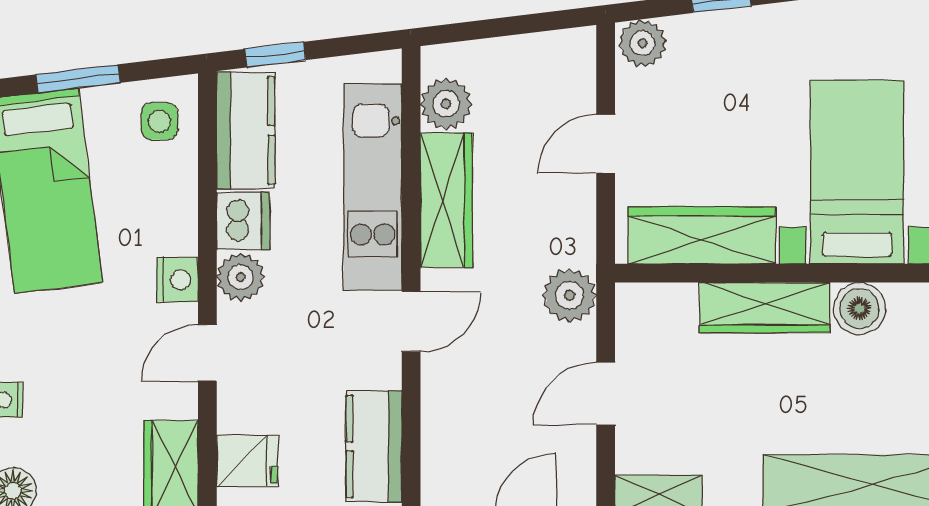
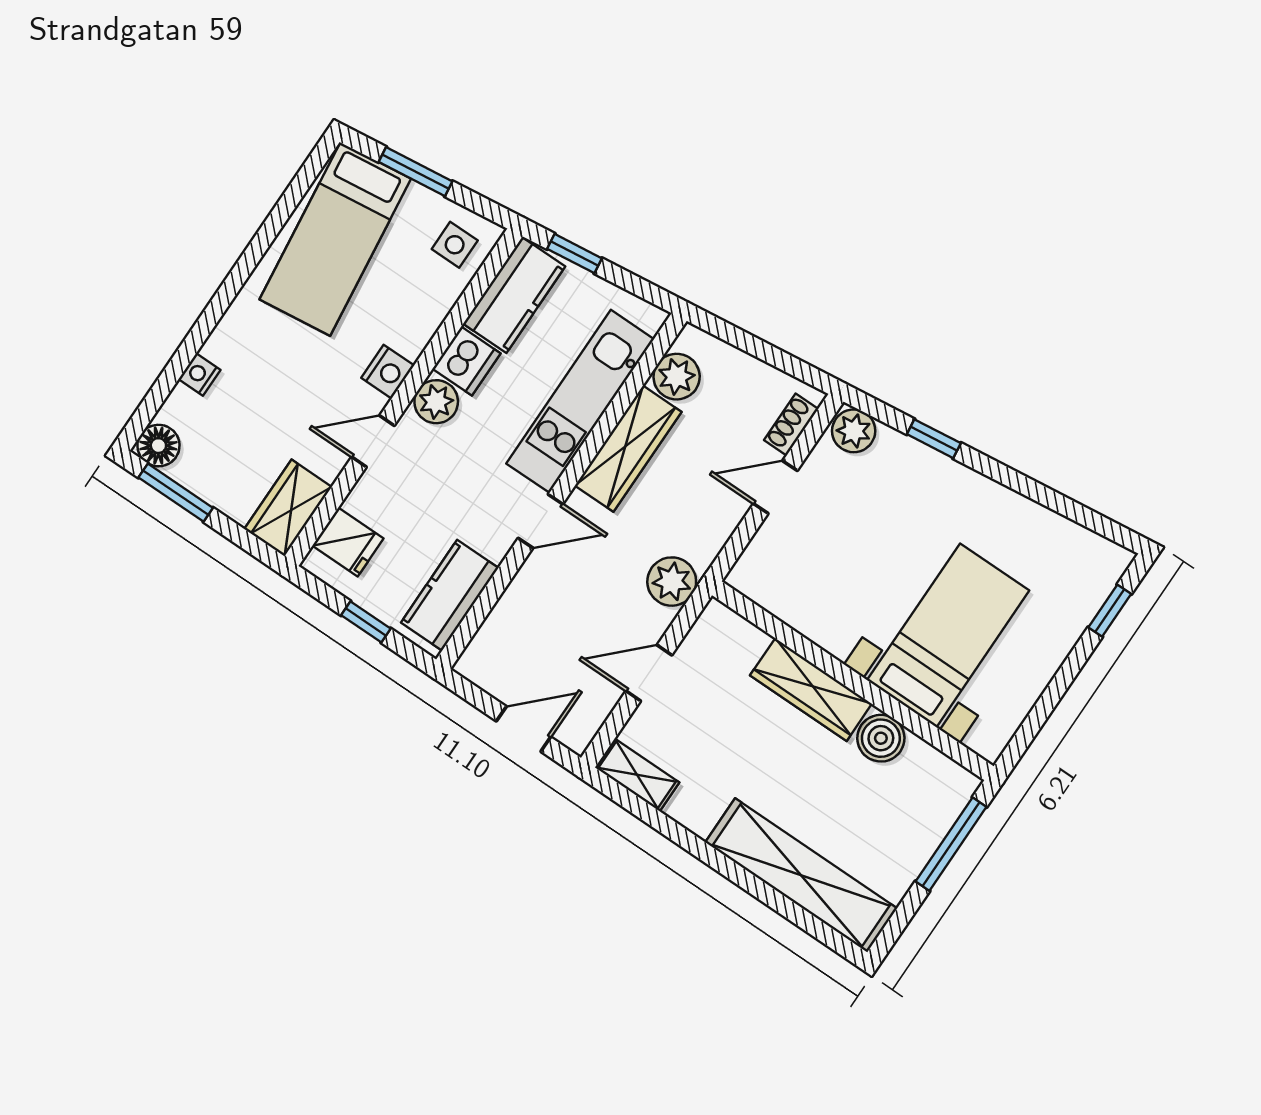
shoe rack: (581, 76) -> (791, 425), added
wardrobe: (702, 235) -> (801, 604), removed

